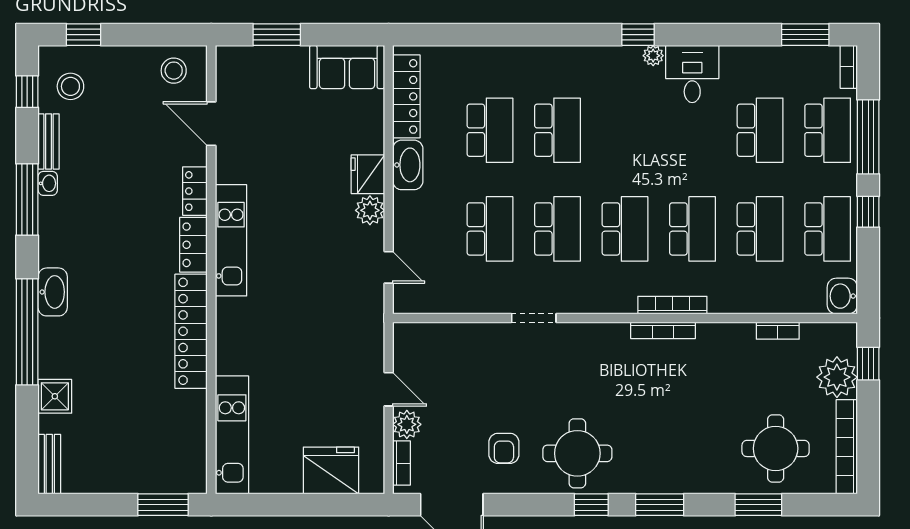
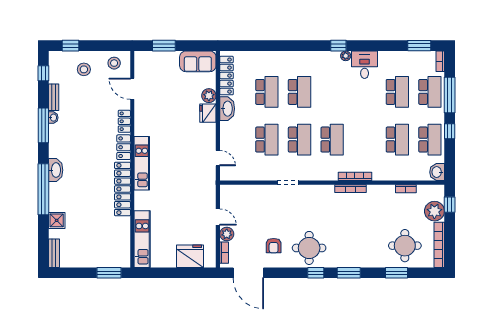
stool: (70, 86) -> (84, 69), moved
plant: (370, 210) -> (209, 96), moved
school desk: (693, 229) -> (365, 140), removed
kitchen unit: (231, 240) -> (142, 163), moved

